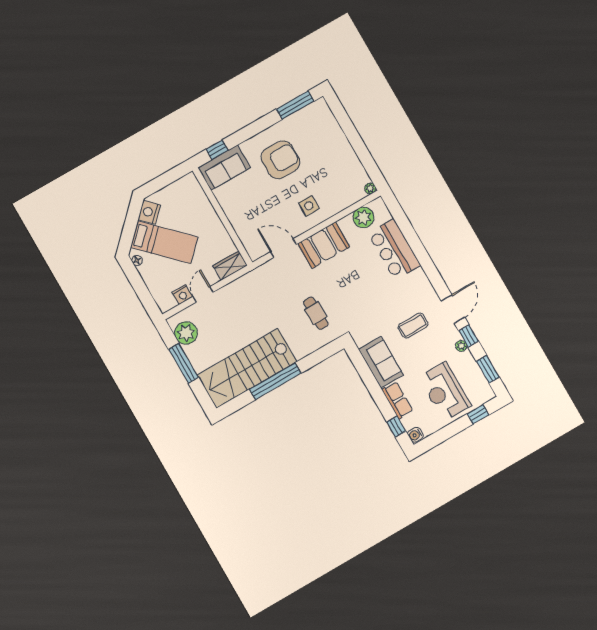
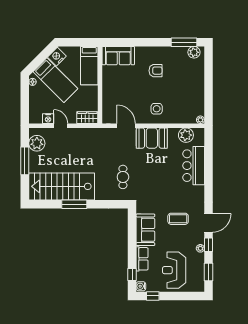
plant: (315, 110) -> (194, 52), added
window: (217, 150) -> (120, 42), removed
armchair: (280, 160) -> (156, 71), width x0.53, depth x0.53
bed: (196, 200) -> (89, 66), added
door: (203, 294) -> (61, 126), hinge flipped
window: (275, 381) -> (74, 204), width x0.68
window: (478, 414) -> (153, 296), moved

